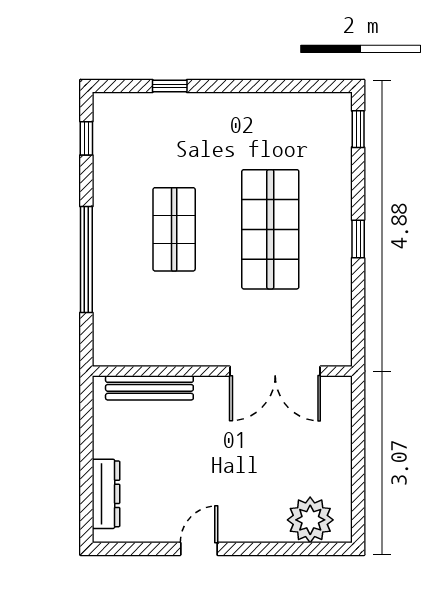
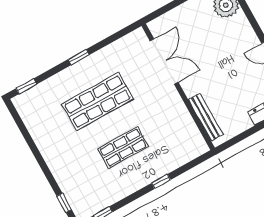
window: (170, 86) -> (64, 203), moved
window: (86, 260) -> (161, 181), width x0.32

